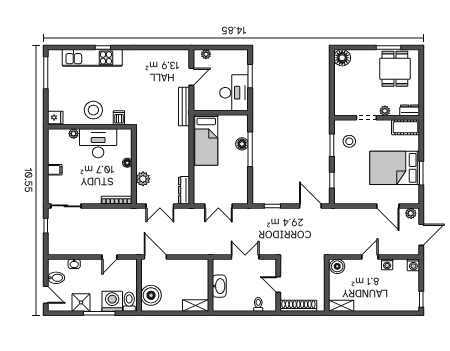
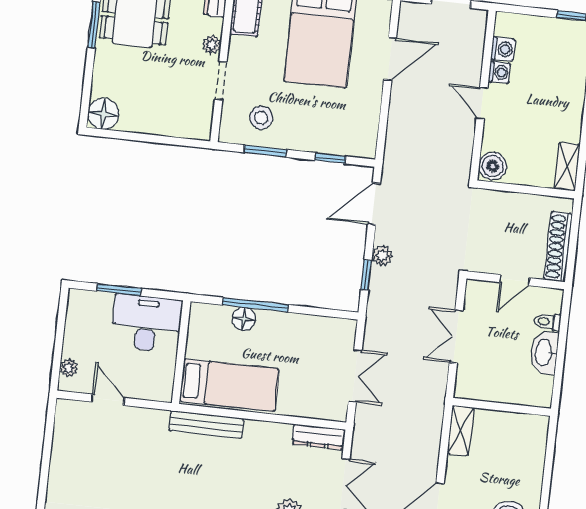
bench: (184, 107) -> (206, 425), moved
plant: (411, 213) -> (382, 256), moved
washing machine: (413, 265) -> (503, 49), moved
washbasin: (219, 286) -> (544, 353), moved, turned -90
shelving: (195, 306) -> (460, 431), moved

